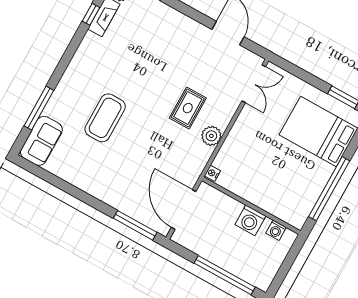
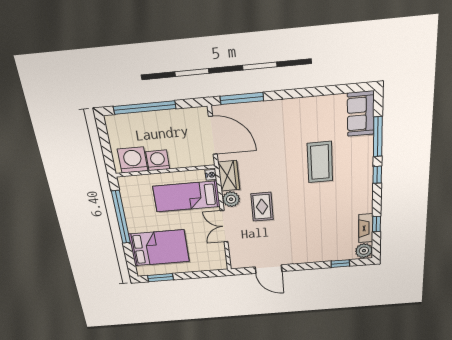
window: (61, 69) -> (377, 175), added
double door: (254, 84) -> (224, 226), moved
wardrobe: (197, 161) -> (229, 176), added
bed: (251, 167) -> (187, 196), added
washing machine: (276, 230) -> (133, 160), width x1.89, depth x1.89

